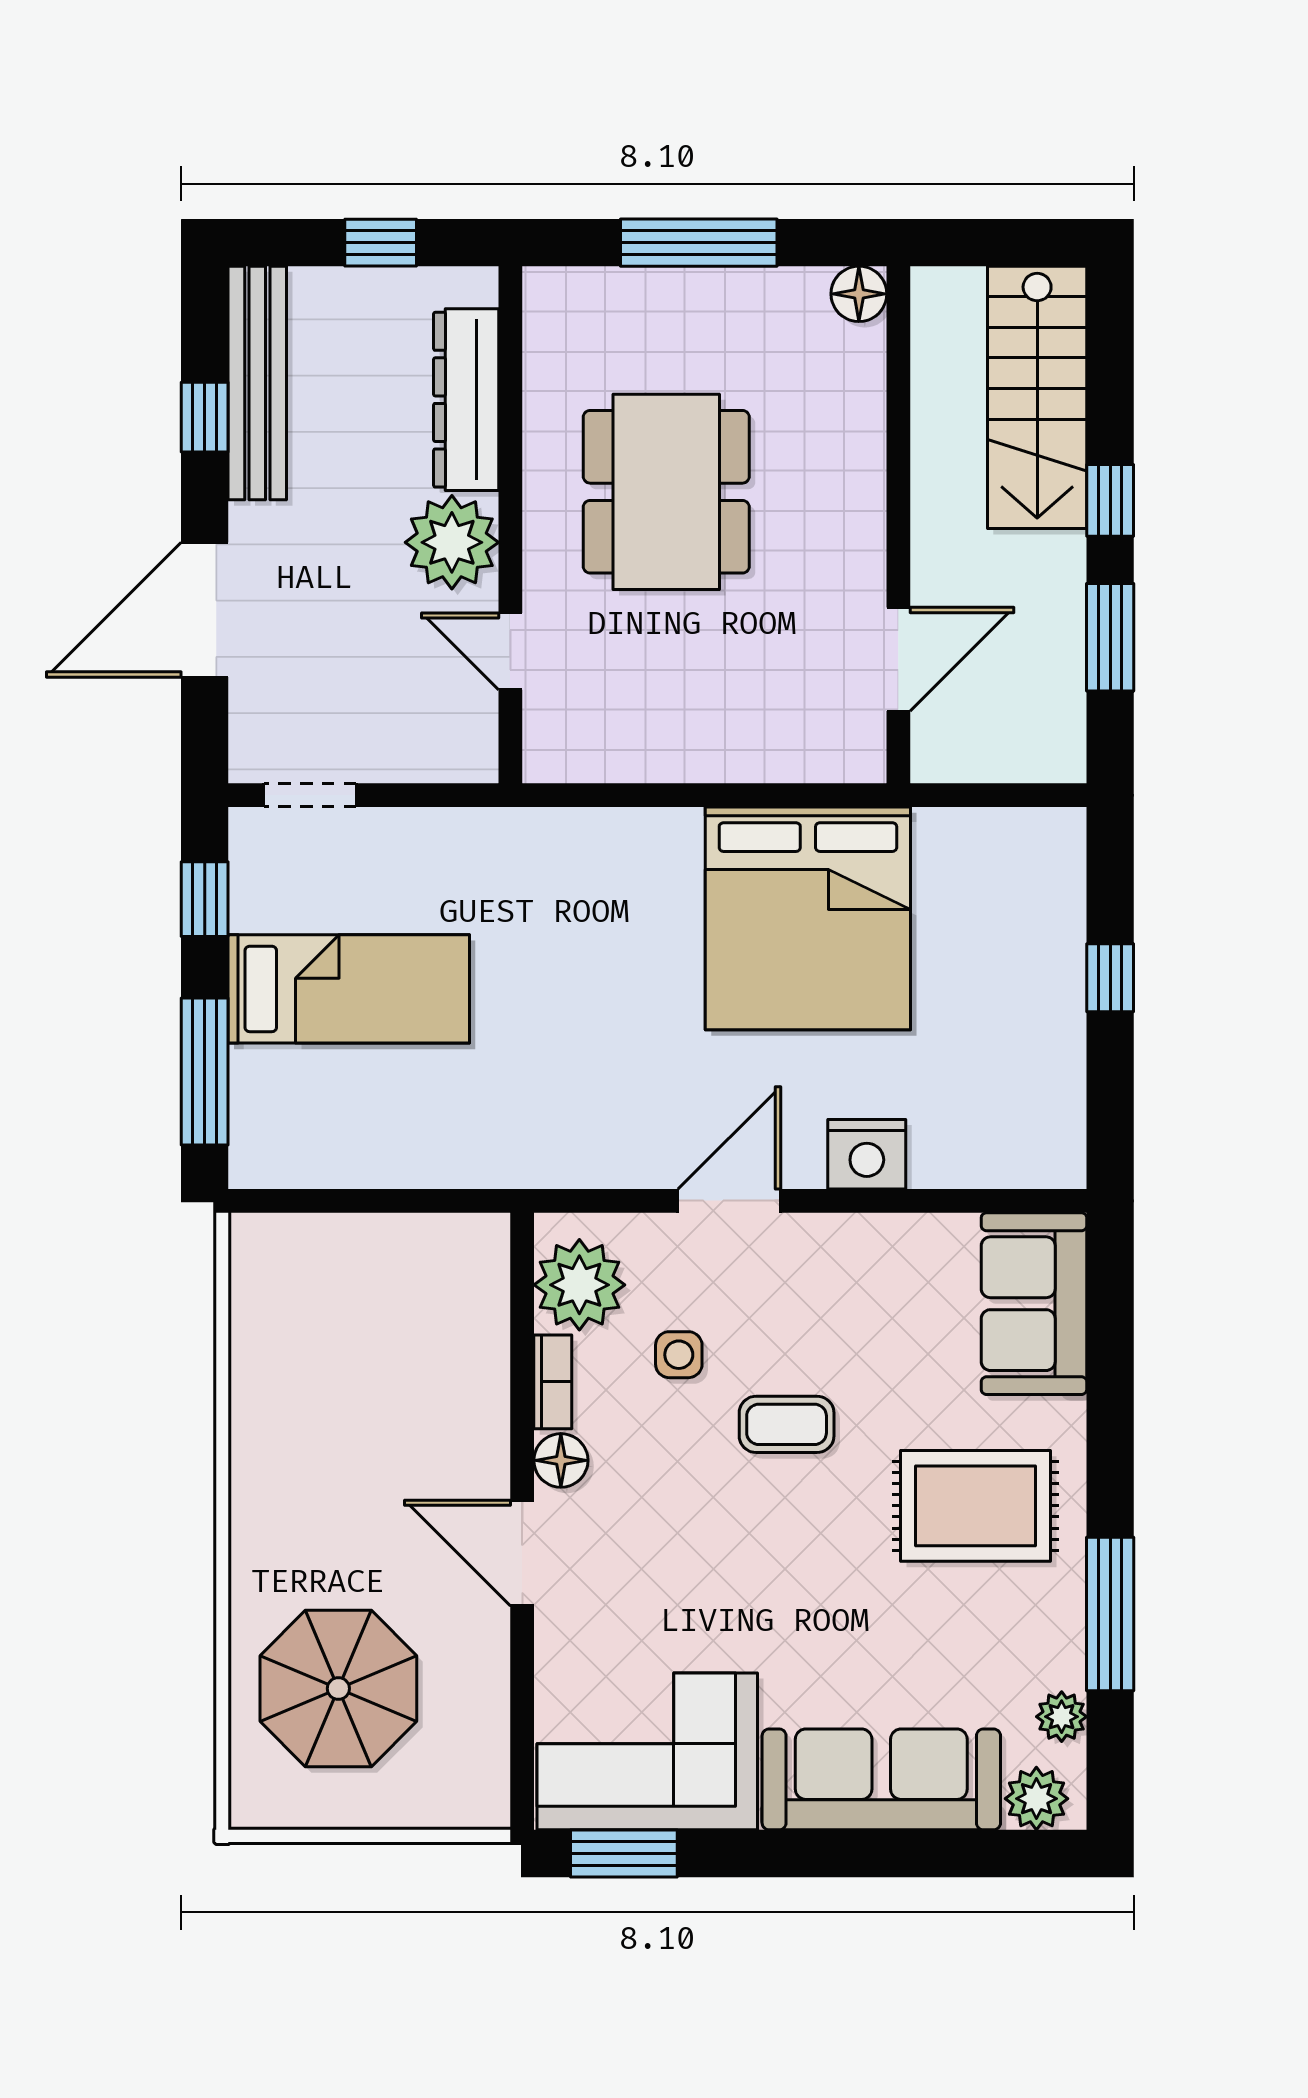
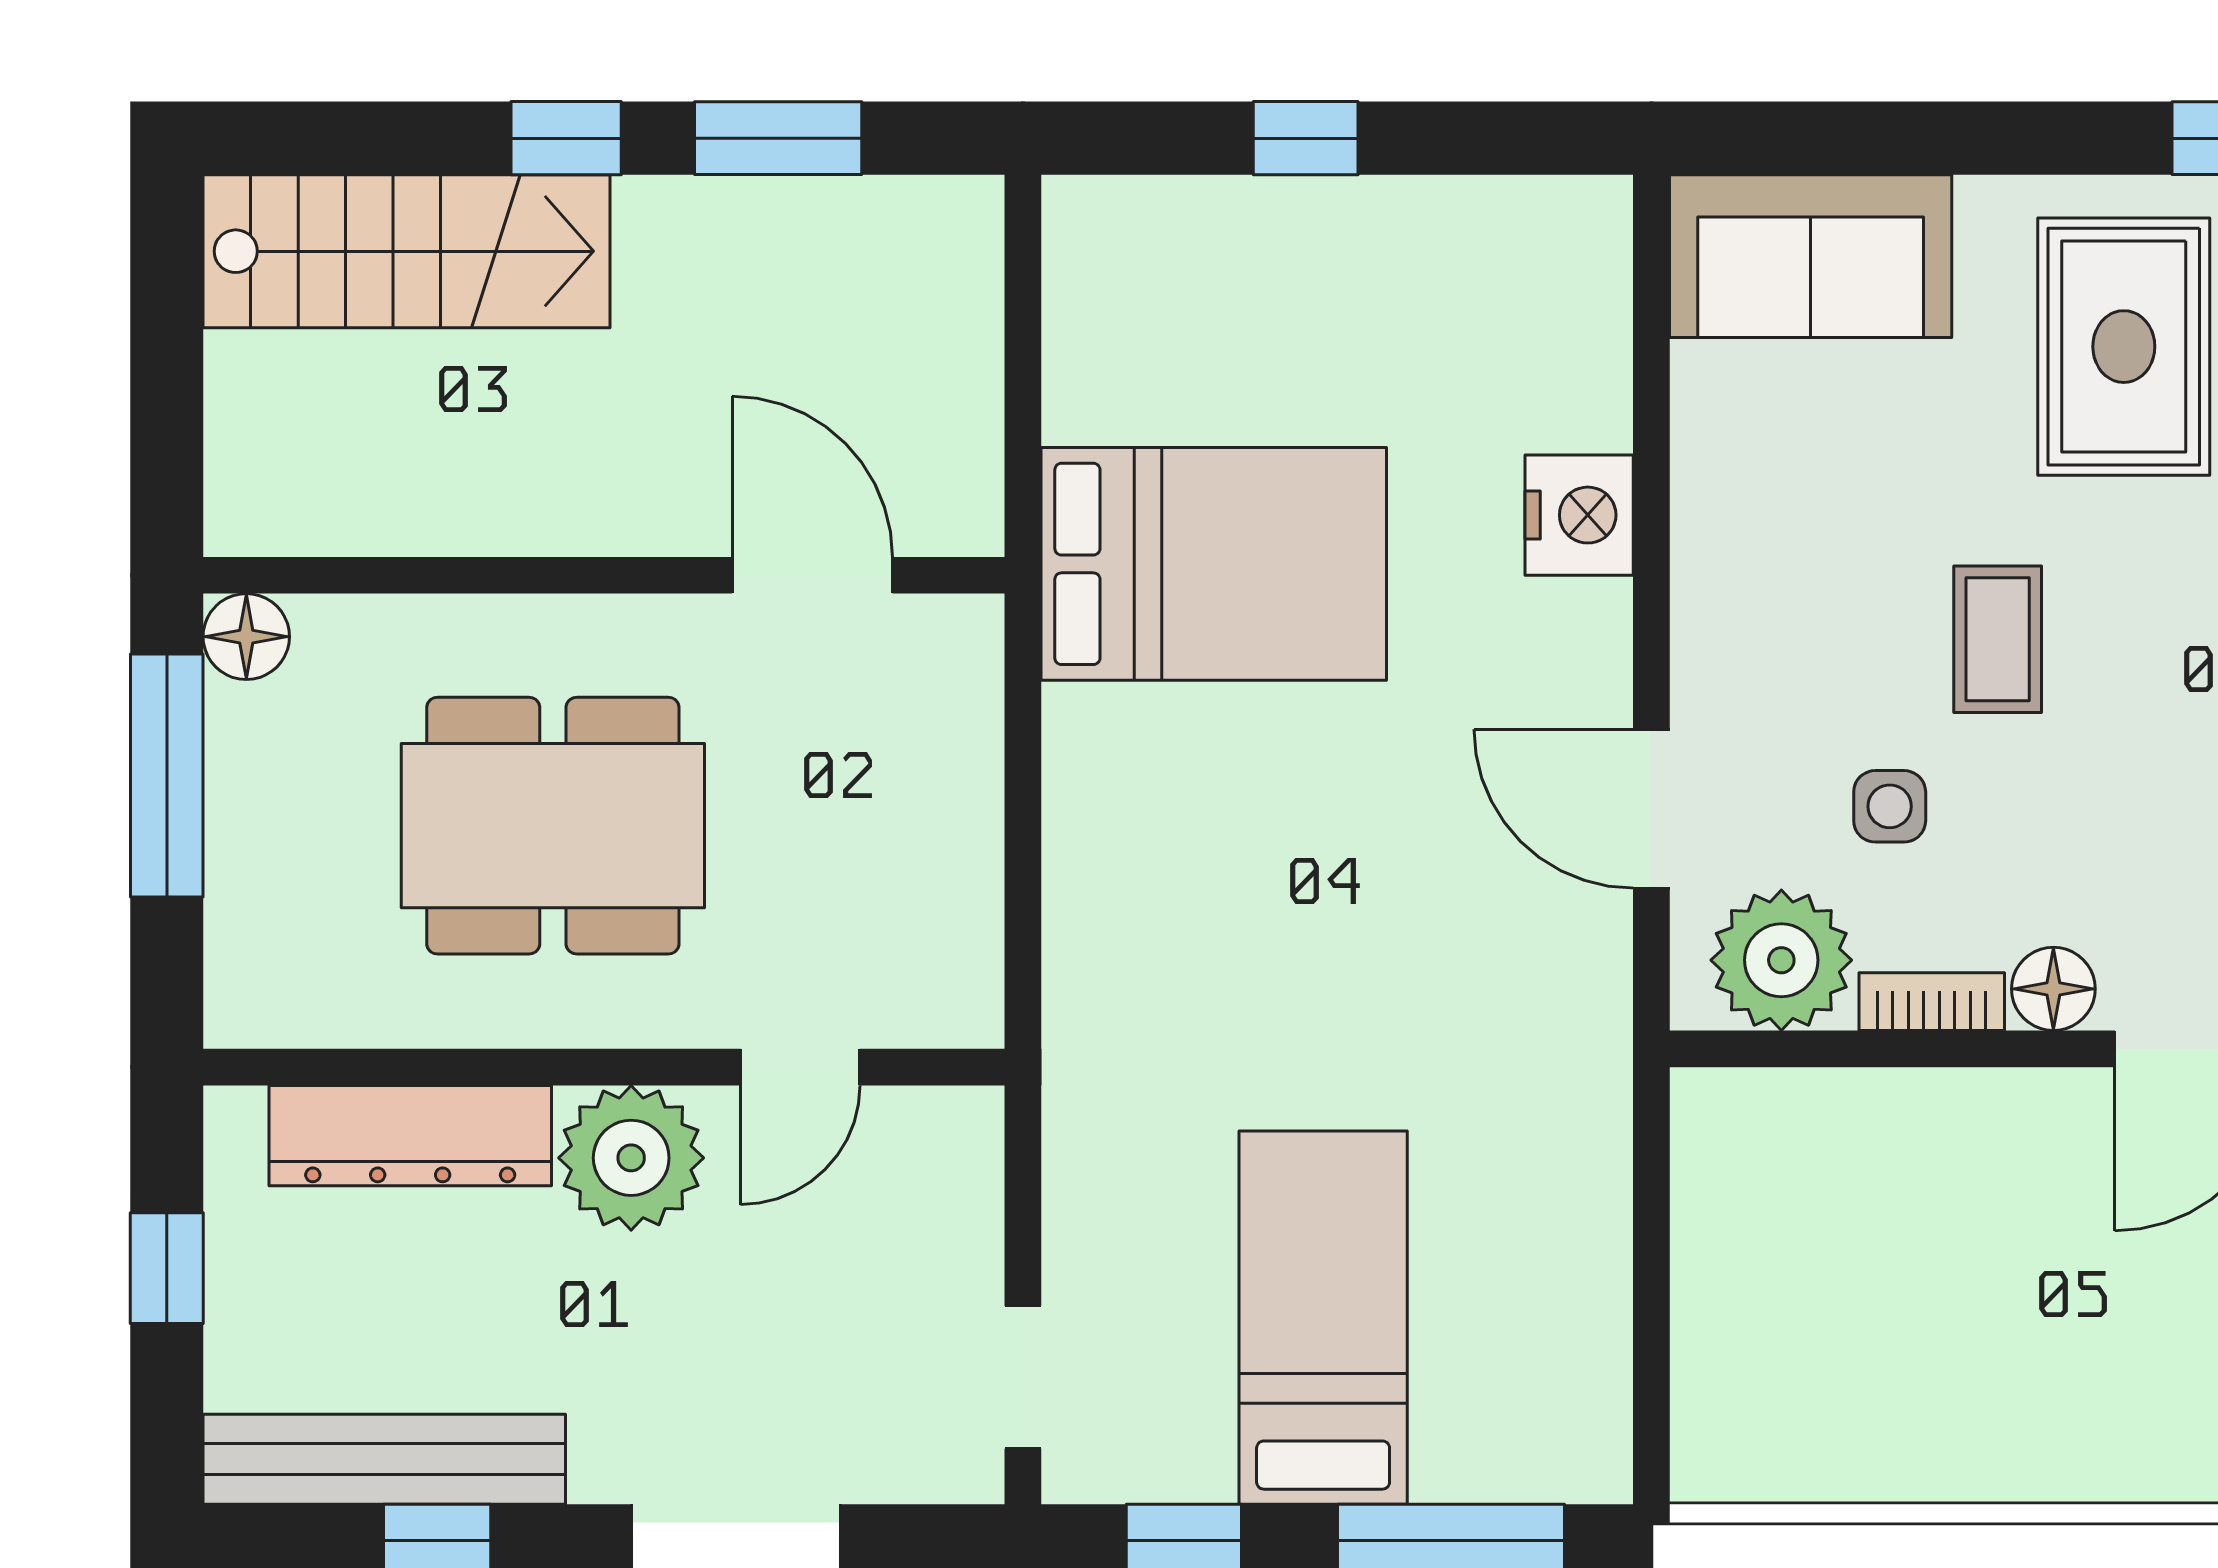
floor lamp: (859, 294) -> (246, 637), moved
wall: (898, 525) -> (604, 575), moved
door: (898, 659) -> (812, 575), moved
bed: (808, 918) -> (1214, 564), width x0.73
door: (729, 1201) -> (1651, 809), moved

